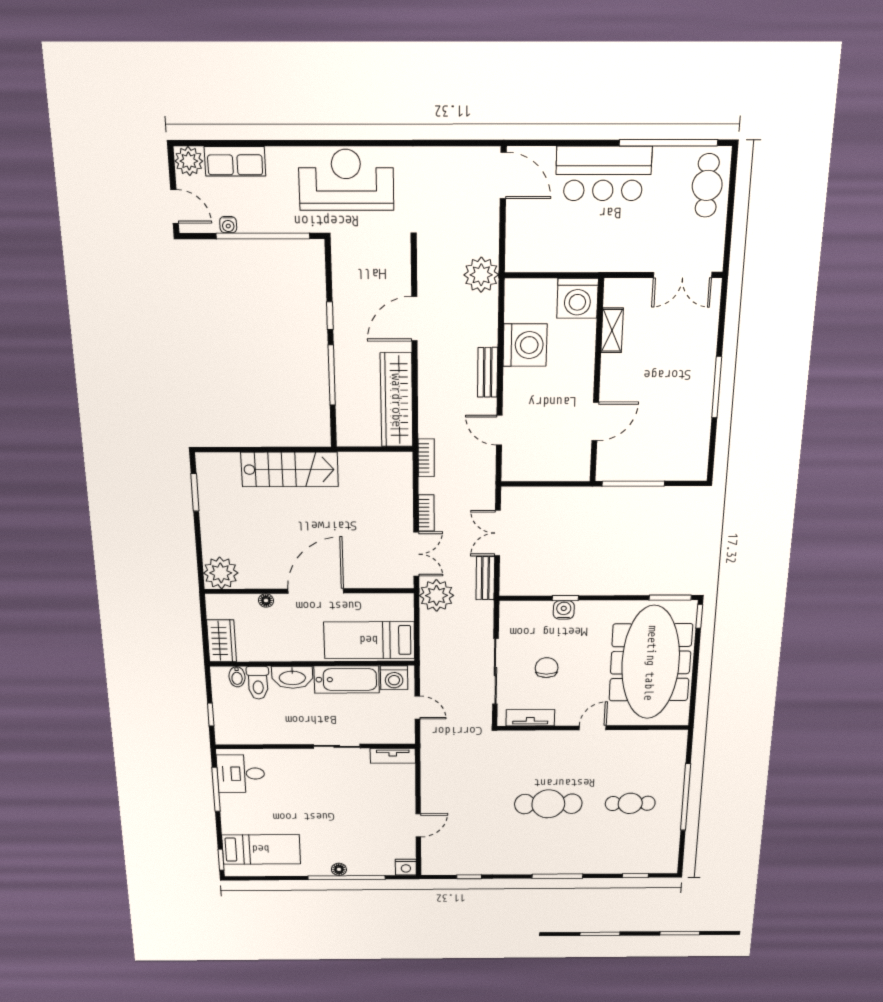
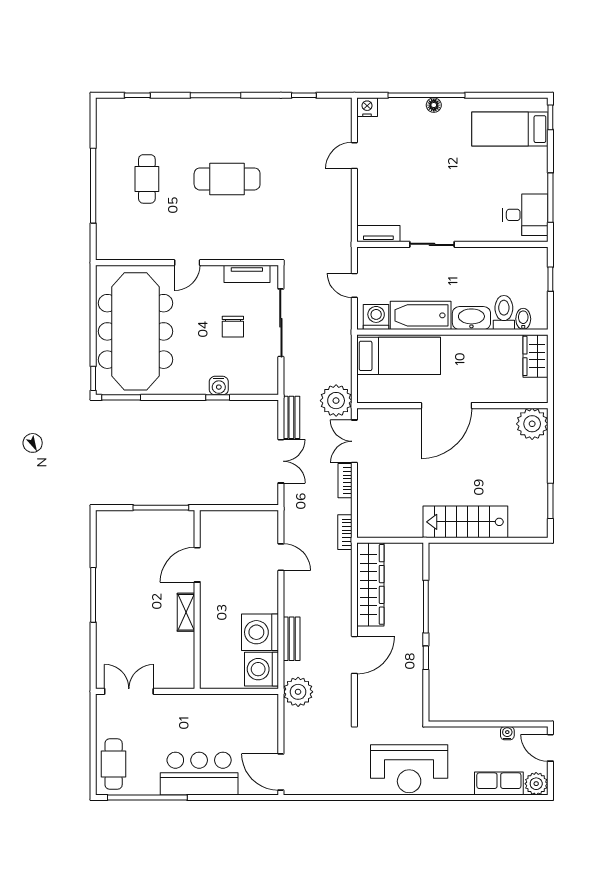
window: (263, 236) -> (479, 724), removed
washing machine: (578, 298) -> (262, 669), moved, turned -90
shelving: (612, 330) -> (186, 612), moved
bench: (488, 372) -> (292, 639), moved
floor lamp: (266, 601) -> (492, 396), removed
cafe table: (630, 803) -> (147, 179), turned 90

